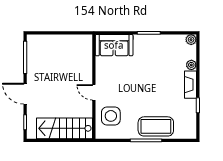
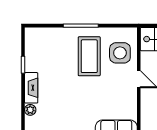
coffee table: (156, 126) -> (89, 56), moved, turned 90

